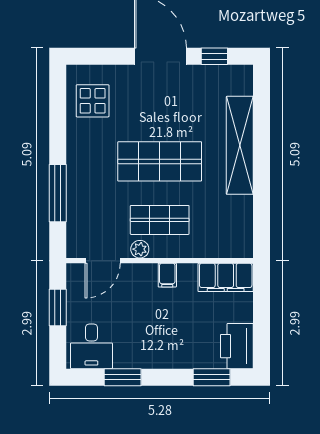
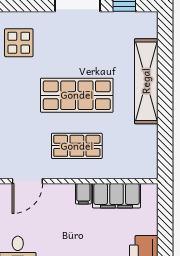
plant: (140, 249) -> (60, 171), removed
filing cabinet: (226, 277) -> (117, 196), moved

